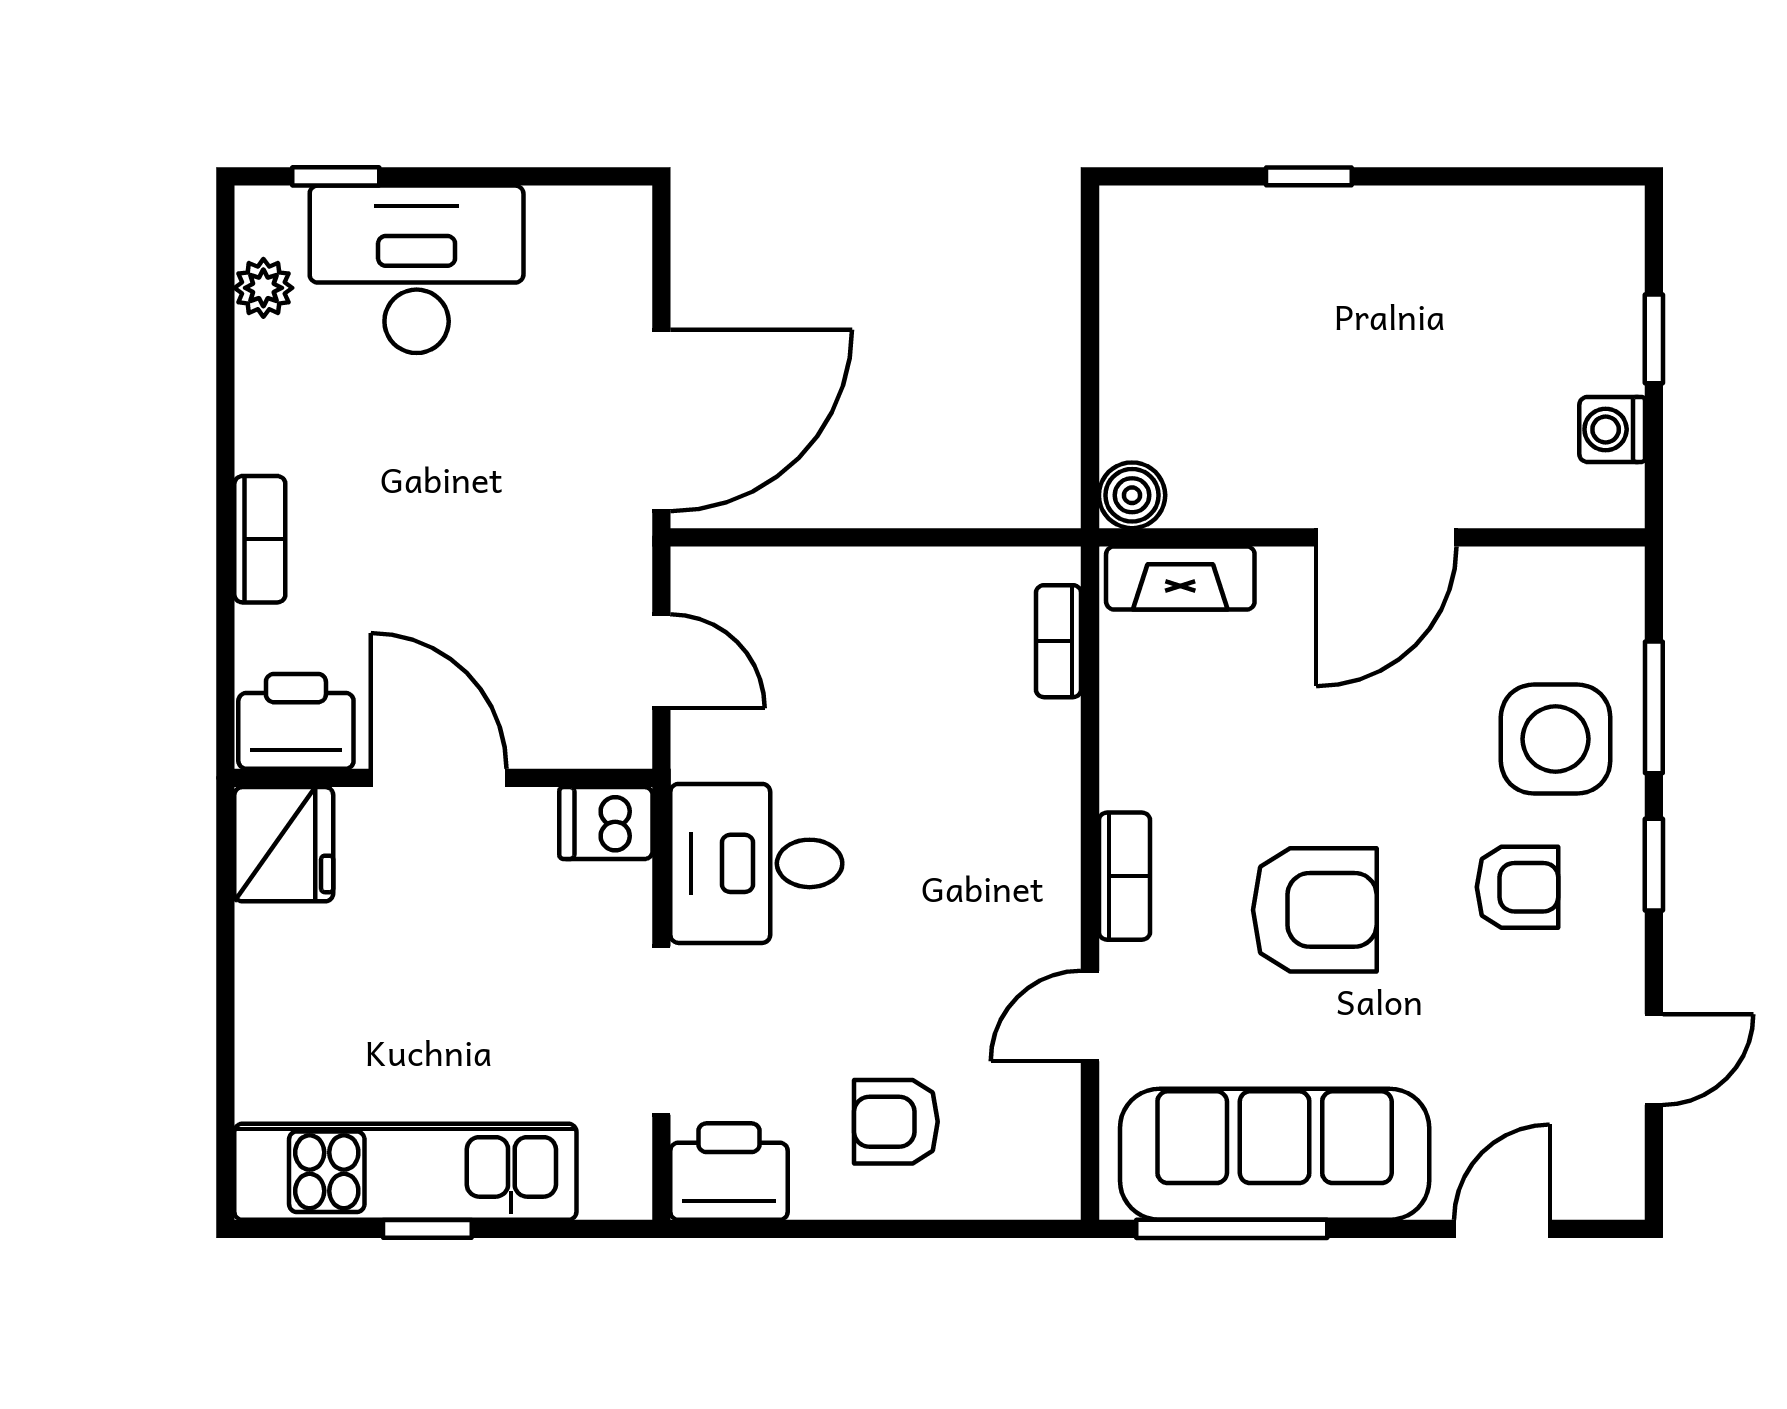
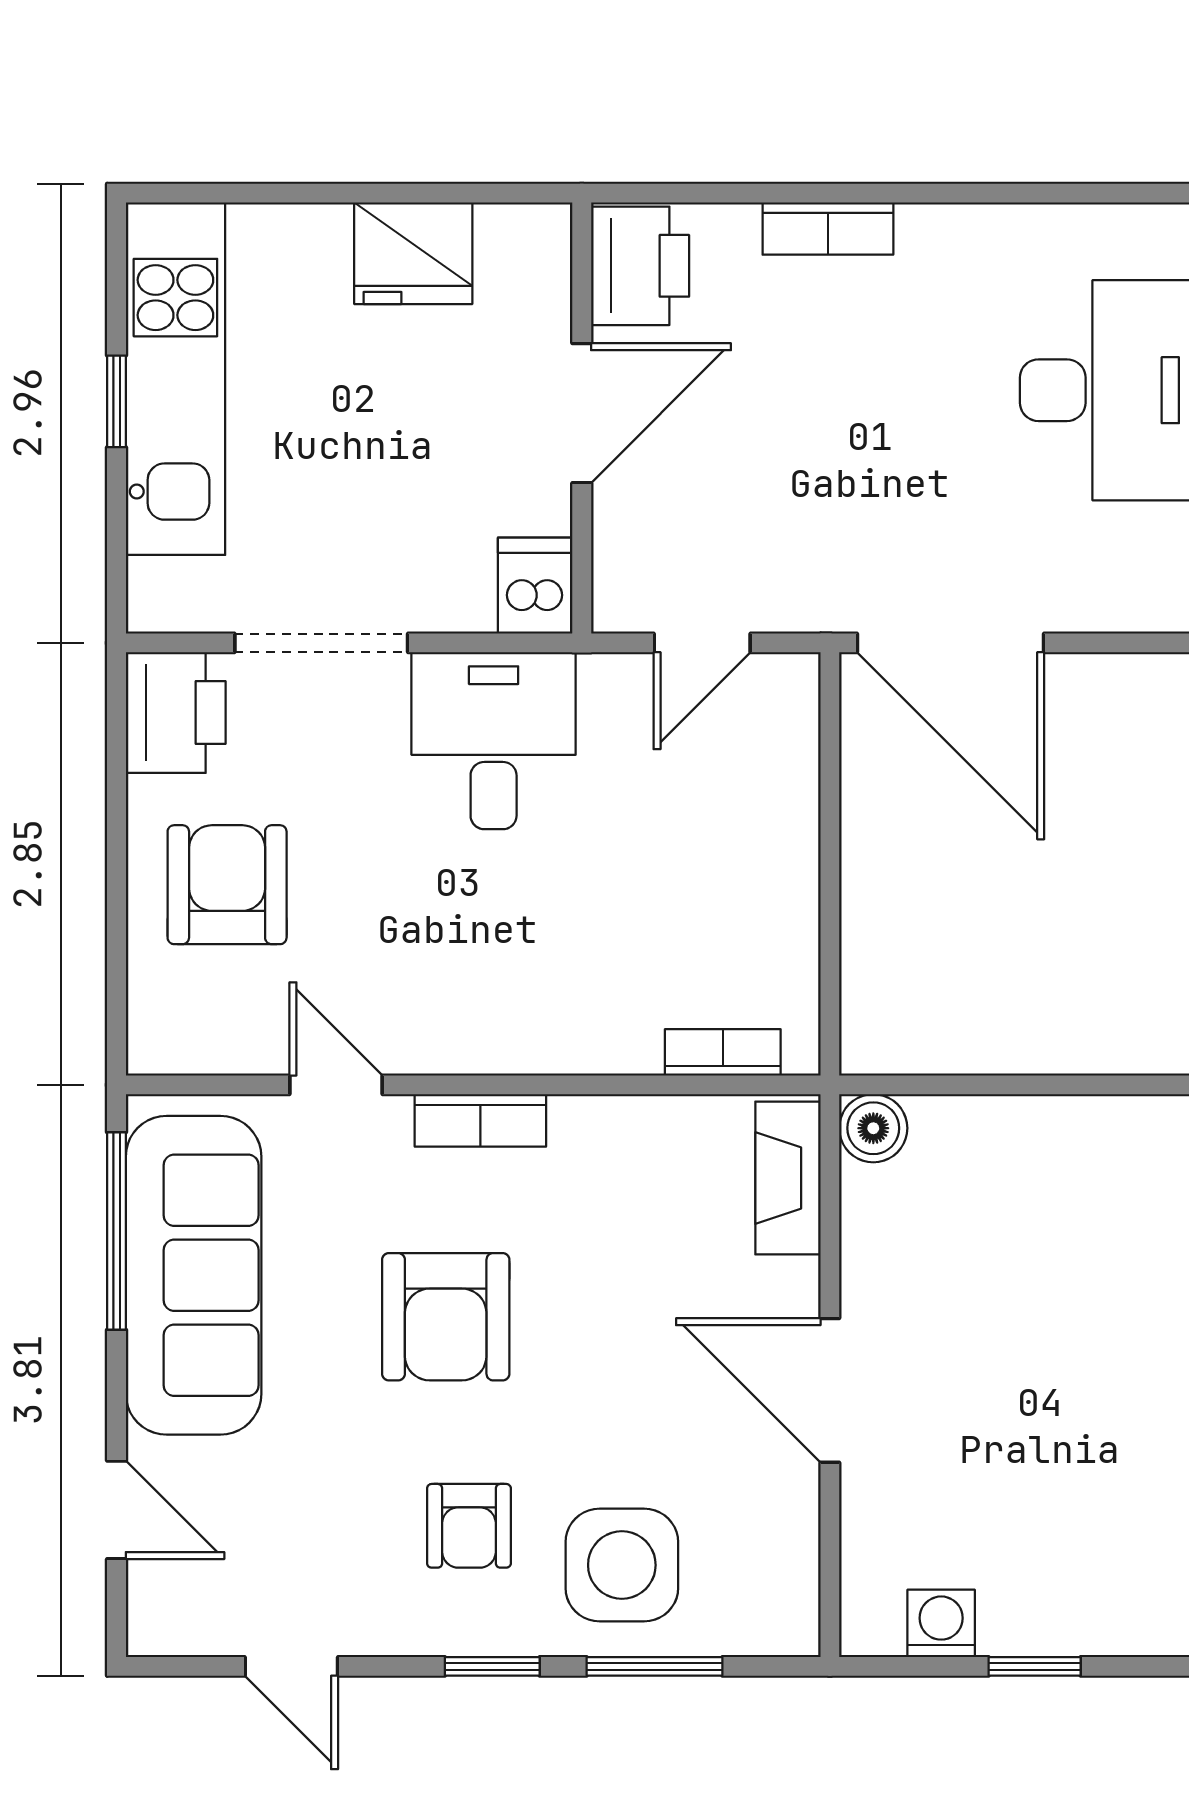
plant: (263, 288) -> (1087, 232), removed
fridge: (284, 844) -> (413, 253), moved
armchair: (896, 1122) -> (227, 885), width x1.38, depth x1.38

